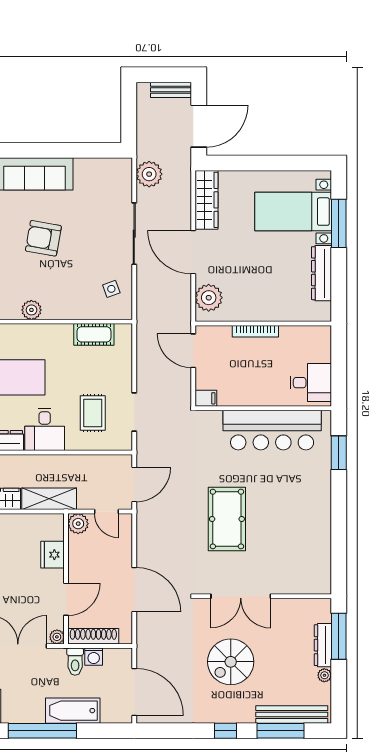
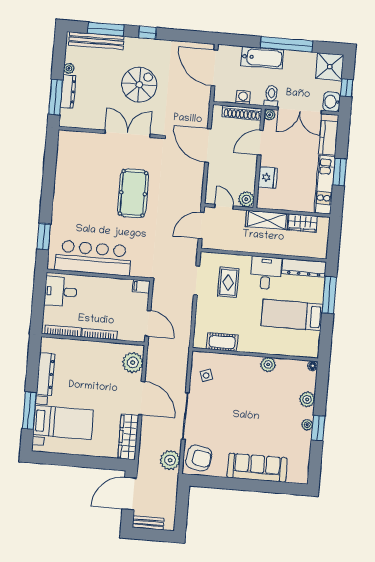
armchair: (43, 238) -> (199, 458), moved
bookcase: (303, 331) -> (63, 331), added
toilet: (75, 662) -> (271, 96), moved

